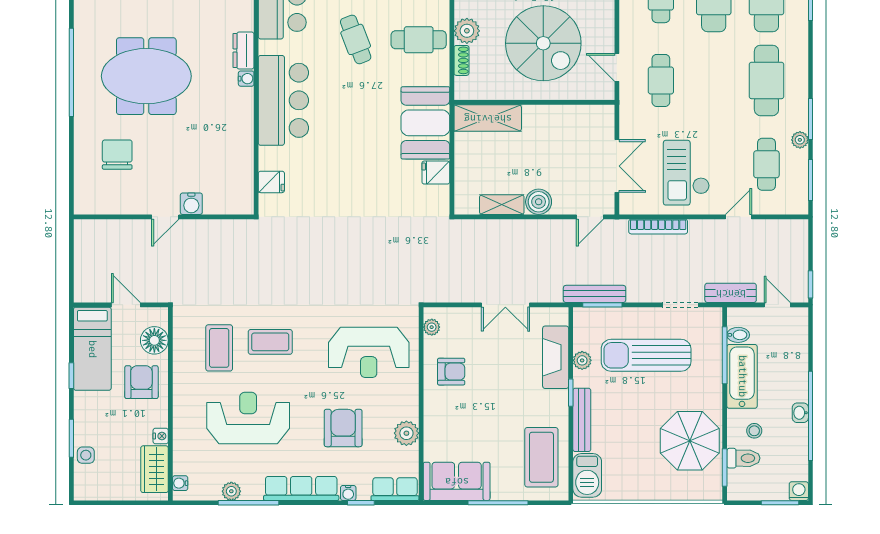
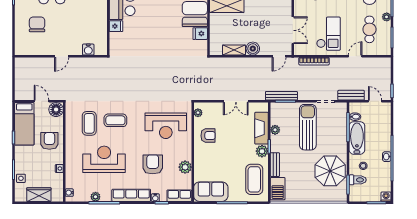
checkout: (686, 173) -> (328, 34), turned 180
fridge: (271, 182) -> (116, 26), moved
water cooler: (191, 204) -> (88, 50), moved
floor lamp: (154, 340) -> (56, 110), moved
sun lounger: (646, 355) -> (308, 127), turned 90
plant: (557, 402) -> (262, 151), added
bench: (582, 420) -> (275, 165), width x0.73
wardrobe: (155, 469) -> (39, 195), moved, turned 90

